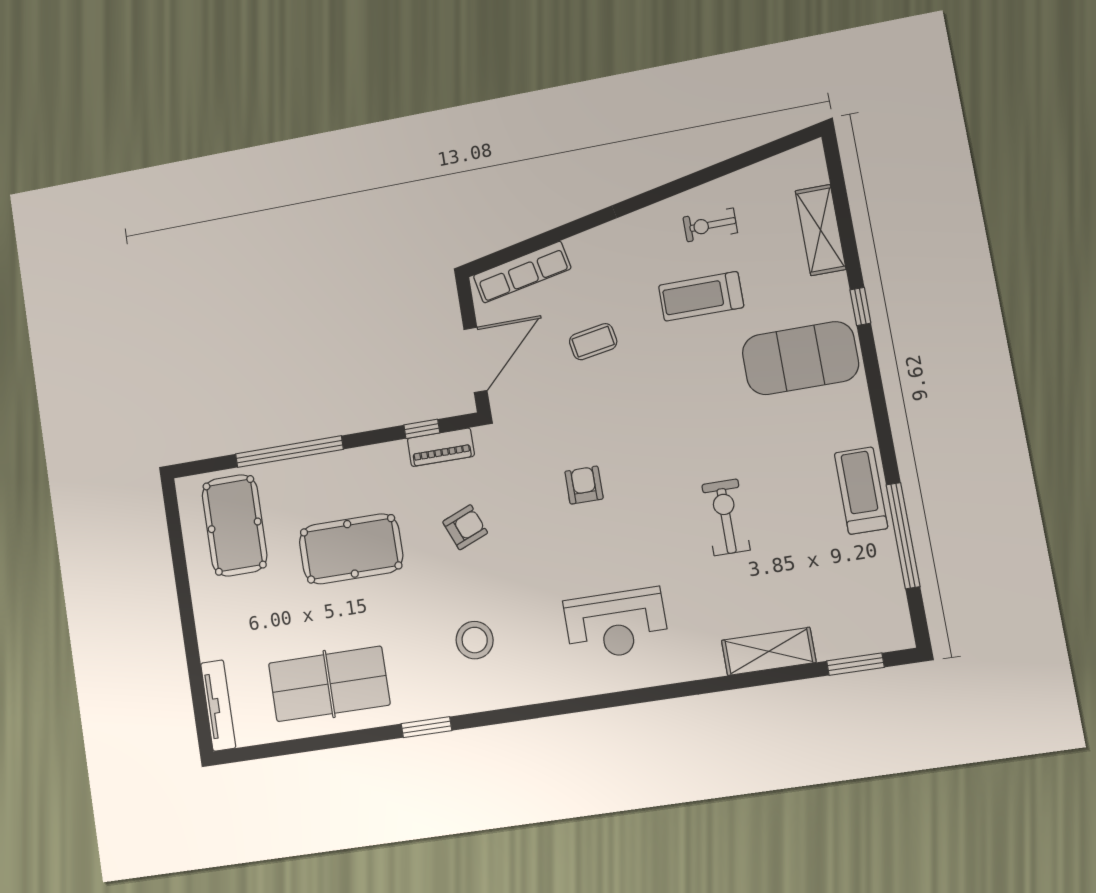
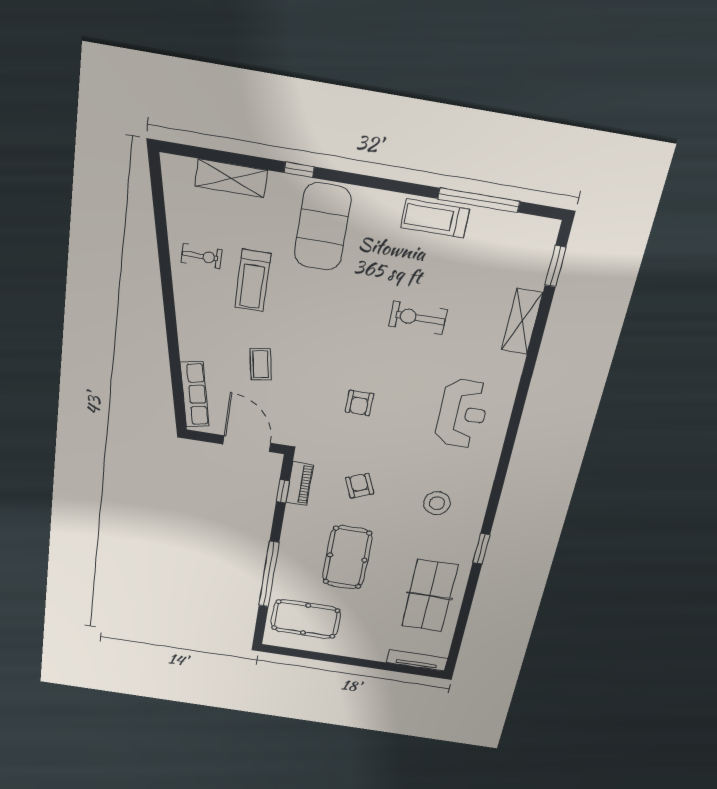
exercise bike: (710, 225) -> (202, 256), turned -90
armchair: (584, 485) -> (359, 403), turned -90

